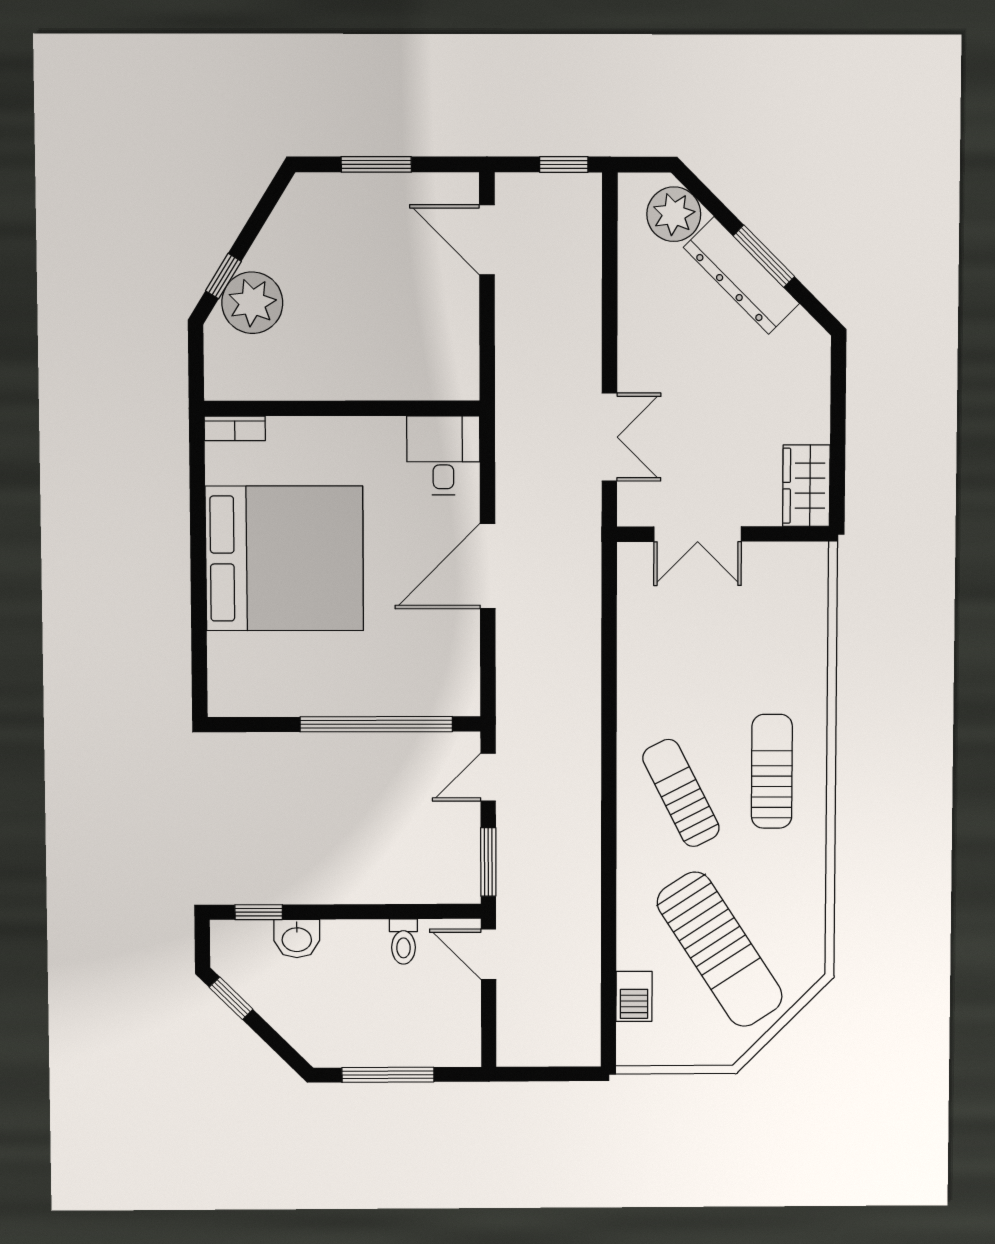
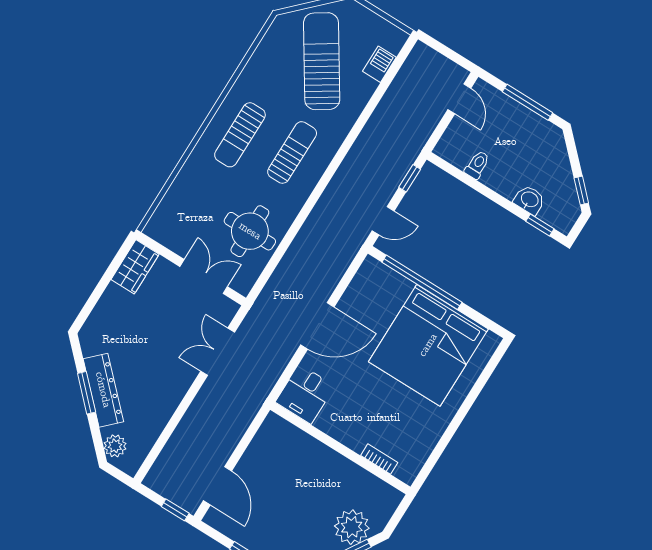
window: (564, 165) -> (175, 510), moved
plant: (674, 214) -> (115, 446), width x0.73, depth x0.73
bookcase: (235, 428) -> (379, 459), moved
bed: (284, 558) -> (428, 345), moved, turned -90
round table: (671, 642) -> (250, 231), added
sun lounger: (681, 793) -> (292, 152), turned -153
window: (488, 862) -> (410, 178), width x0.67
door: (488, 954) -> (459, 99), moved

